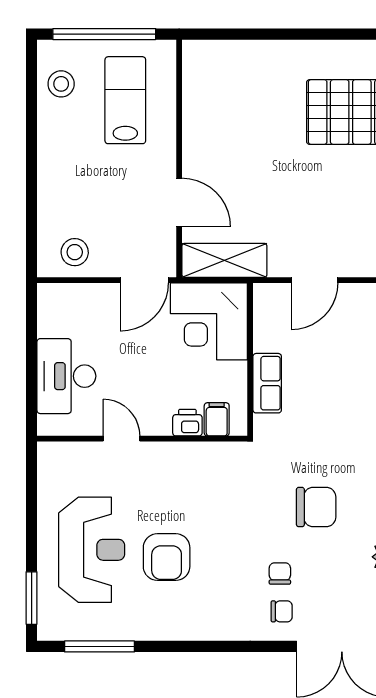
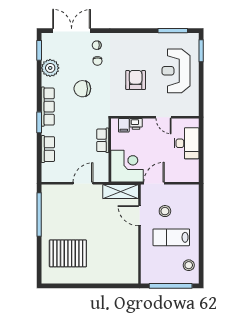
lab bench: (125, 100) -> (171, 237), moved, turned 90
stool: (75, 252) -> (165, 211), moved
armchair: (167, 557) -> (136, 80), moved

